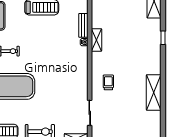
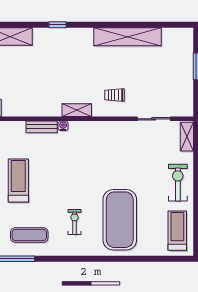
shelving: (96, 40) -> (77, 110), moved
shelving: (154, 92) -> (128, 37), width x1.47

